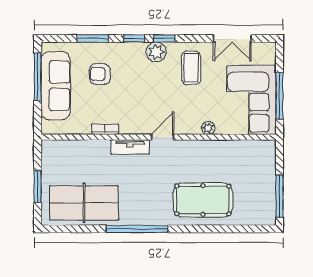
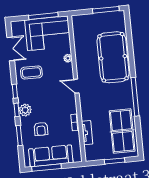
plant: (156, 52) -> (25, 110), moved
tv unit: (130, 147) -> (87, 133), moved
pool table: (203, 200) -> (113, 57), width x1.36, depth x1.32

